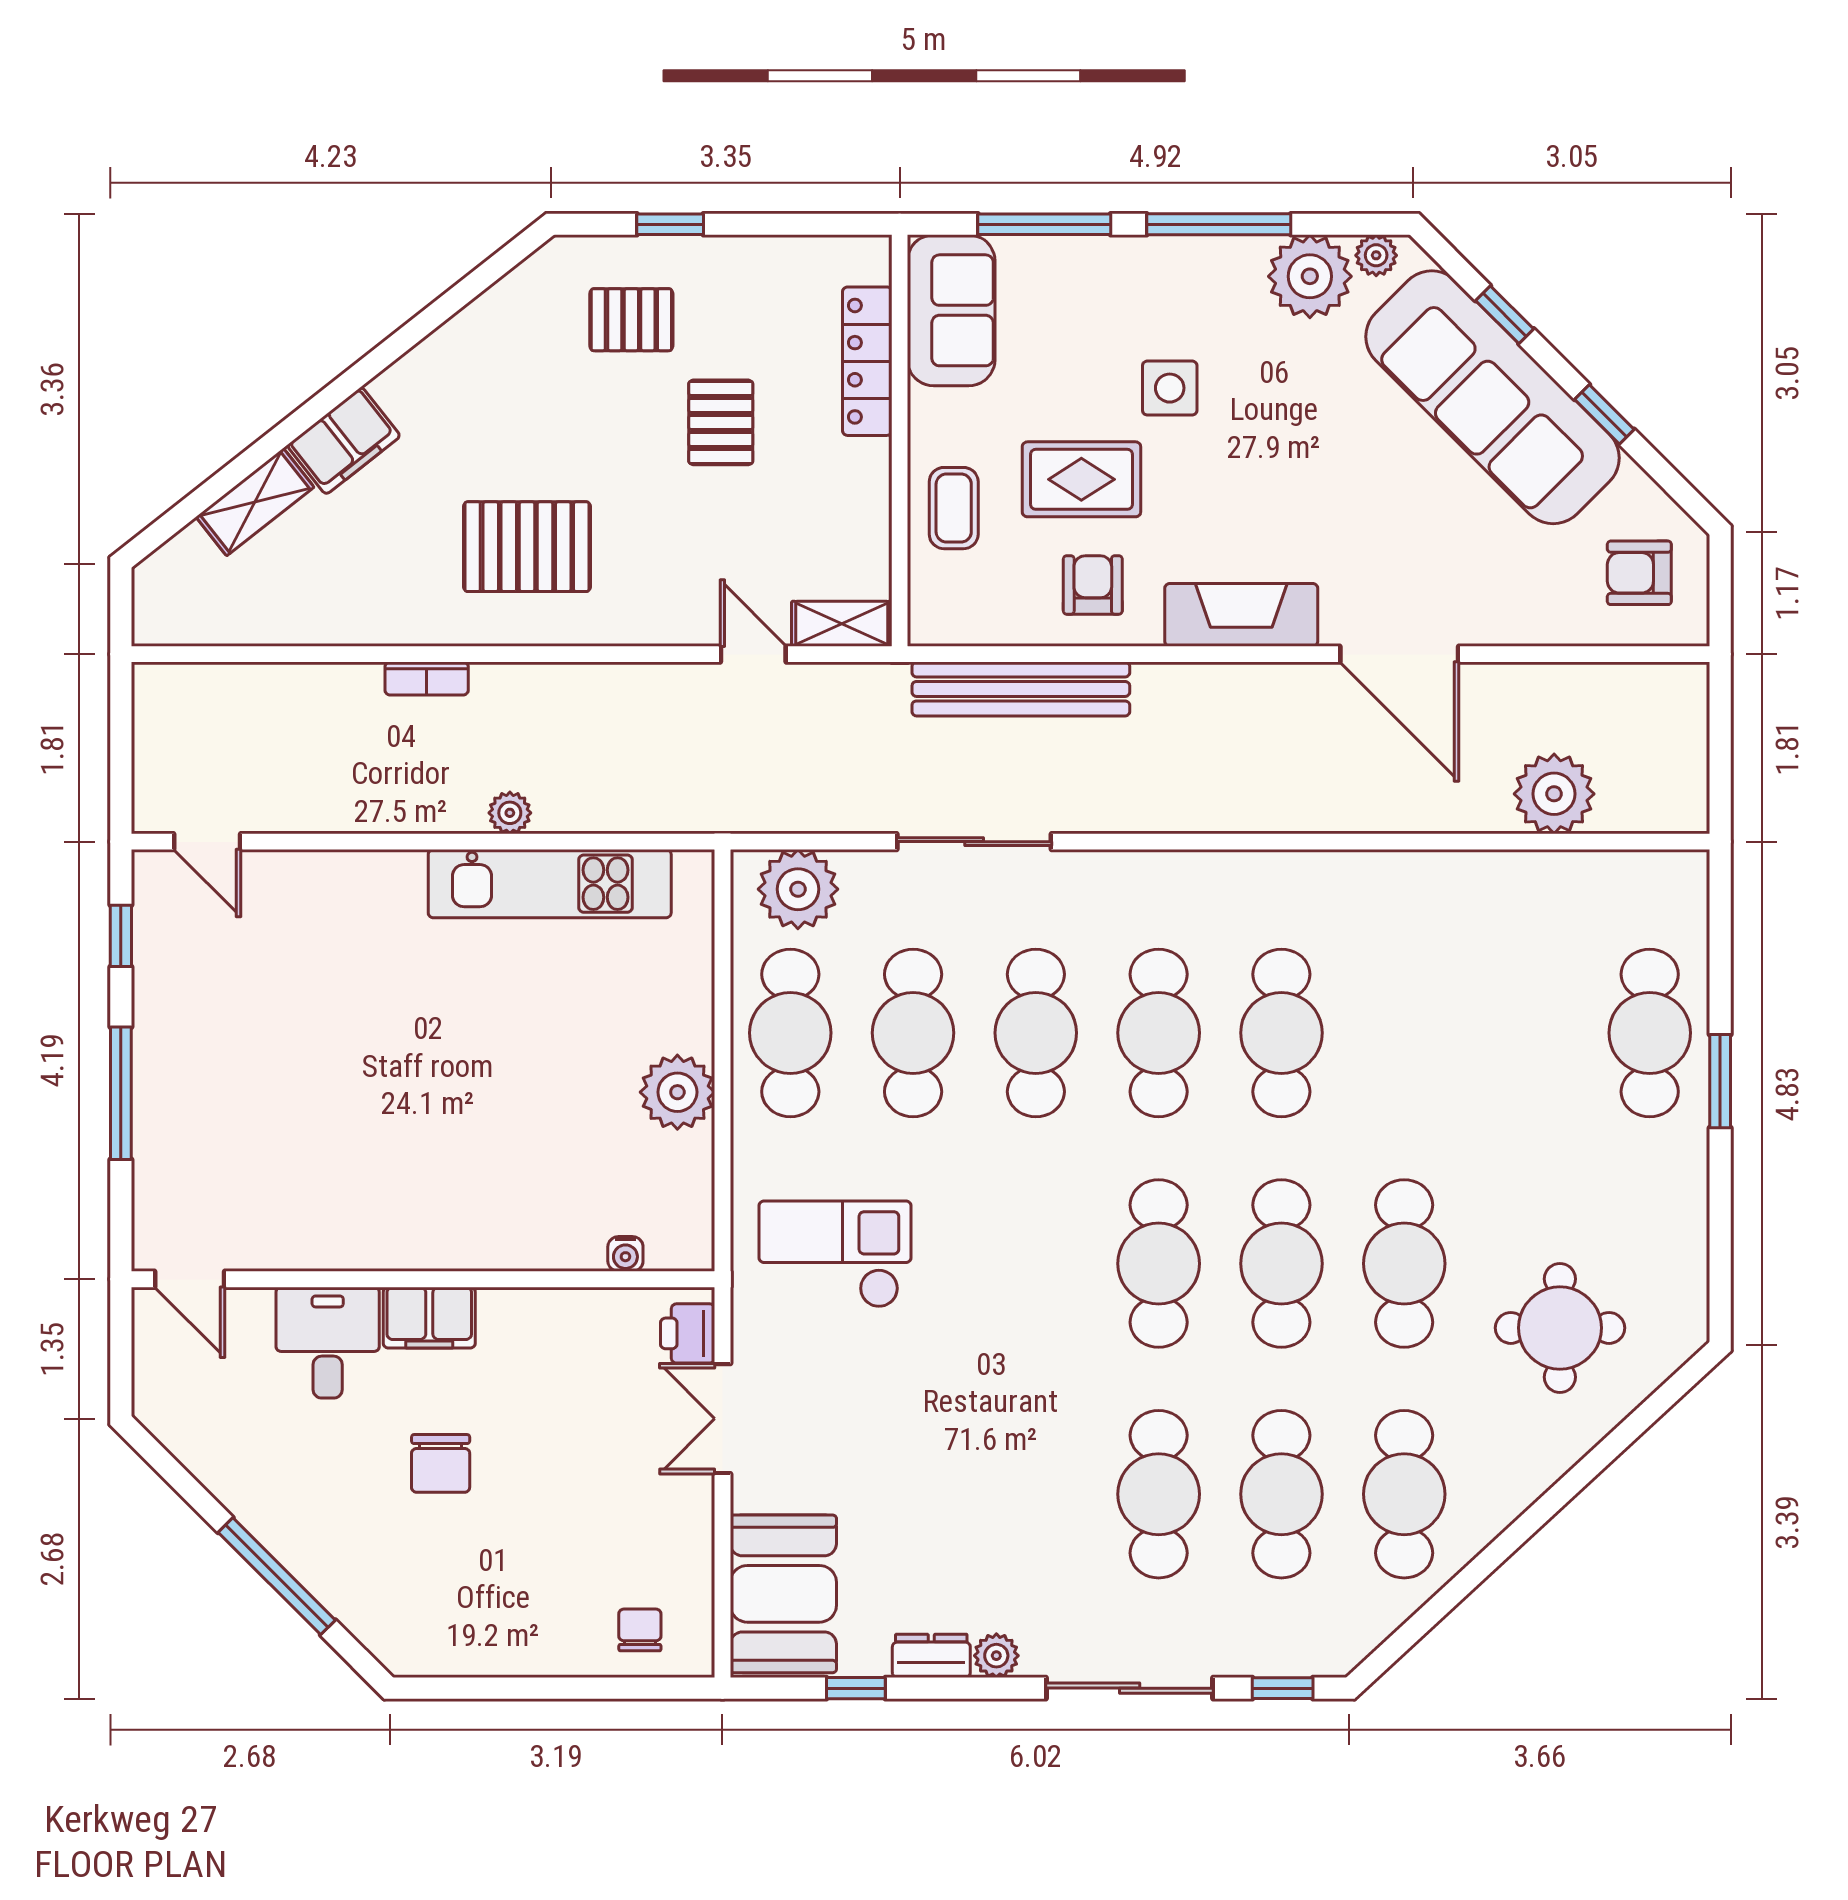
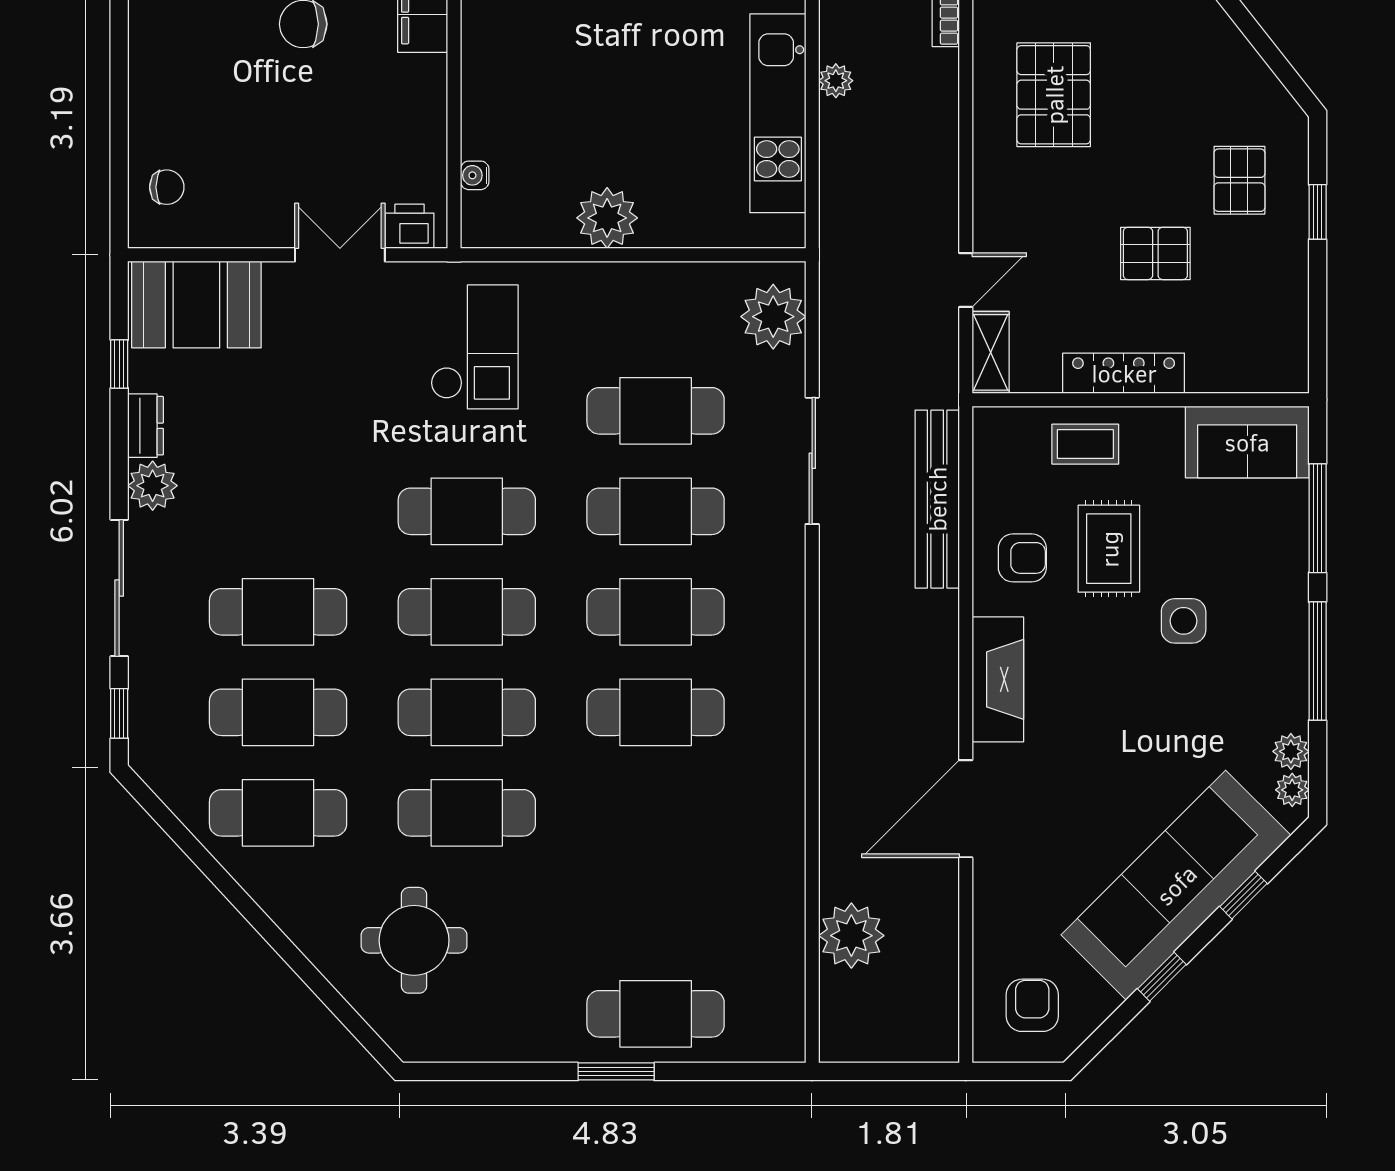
plant: (1310, 276) -> (1291, 751), width x0.53, depth x0.53
locker: (867, 361) -> (1124, 373), moved
cafe table: (790, 1033) -> (467, 511), moved
plant: (996, 1656) -> (153, 486), width x1.38, depth x1.38

